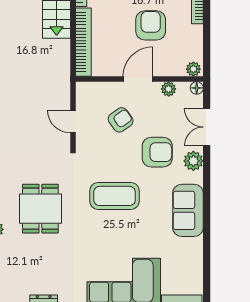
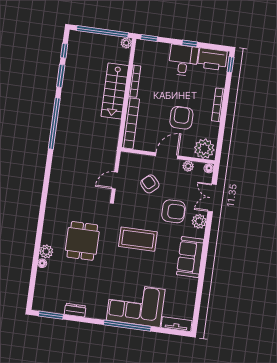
plant: (193, 69) -> (204, 149), width x1.87, depth x1.87
armchair: (121, 120) -> (150, 184), turned -98
door: (73, 122) -> (115, 180), hinge flipped

